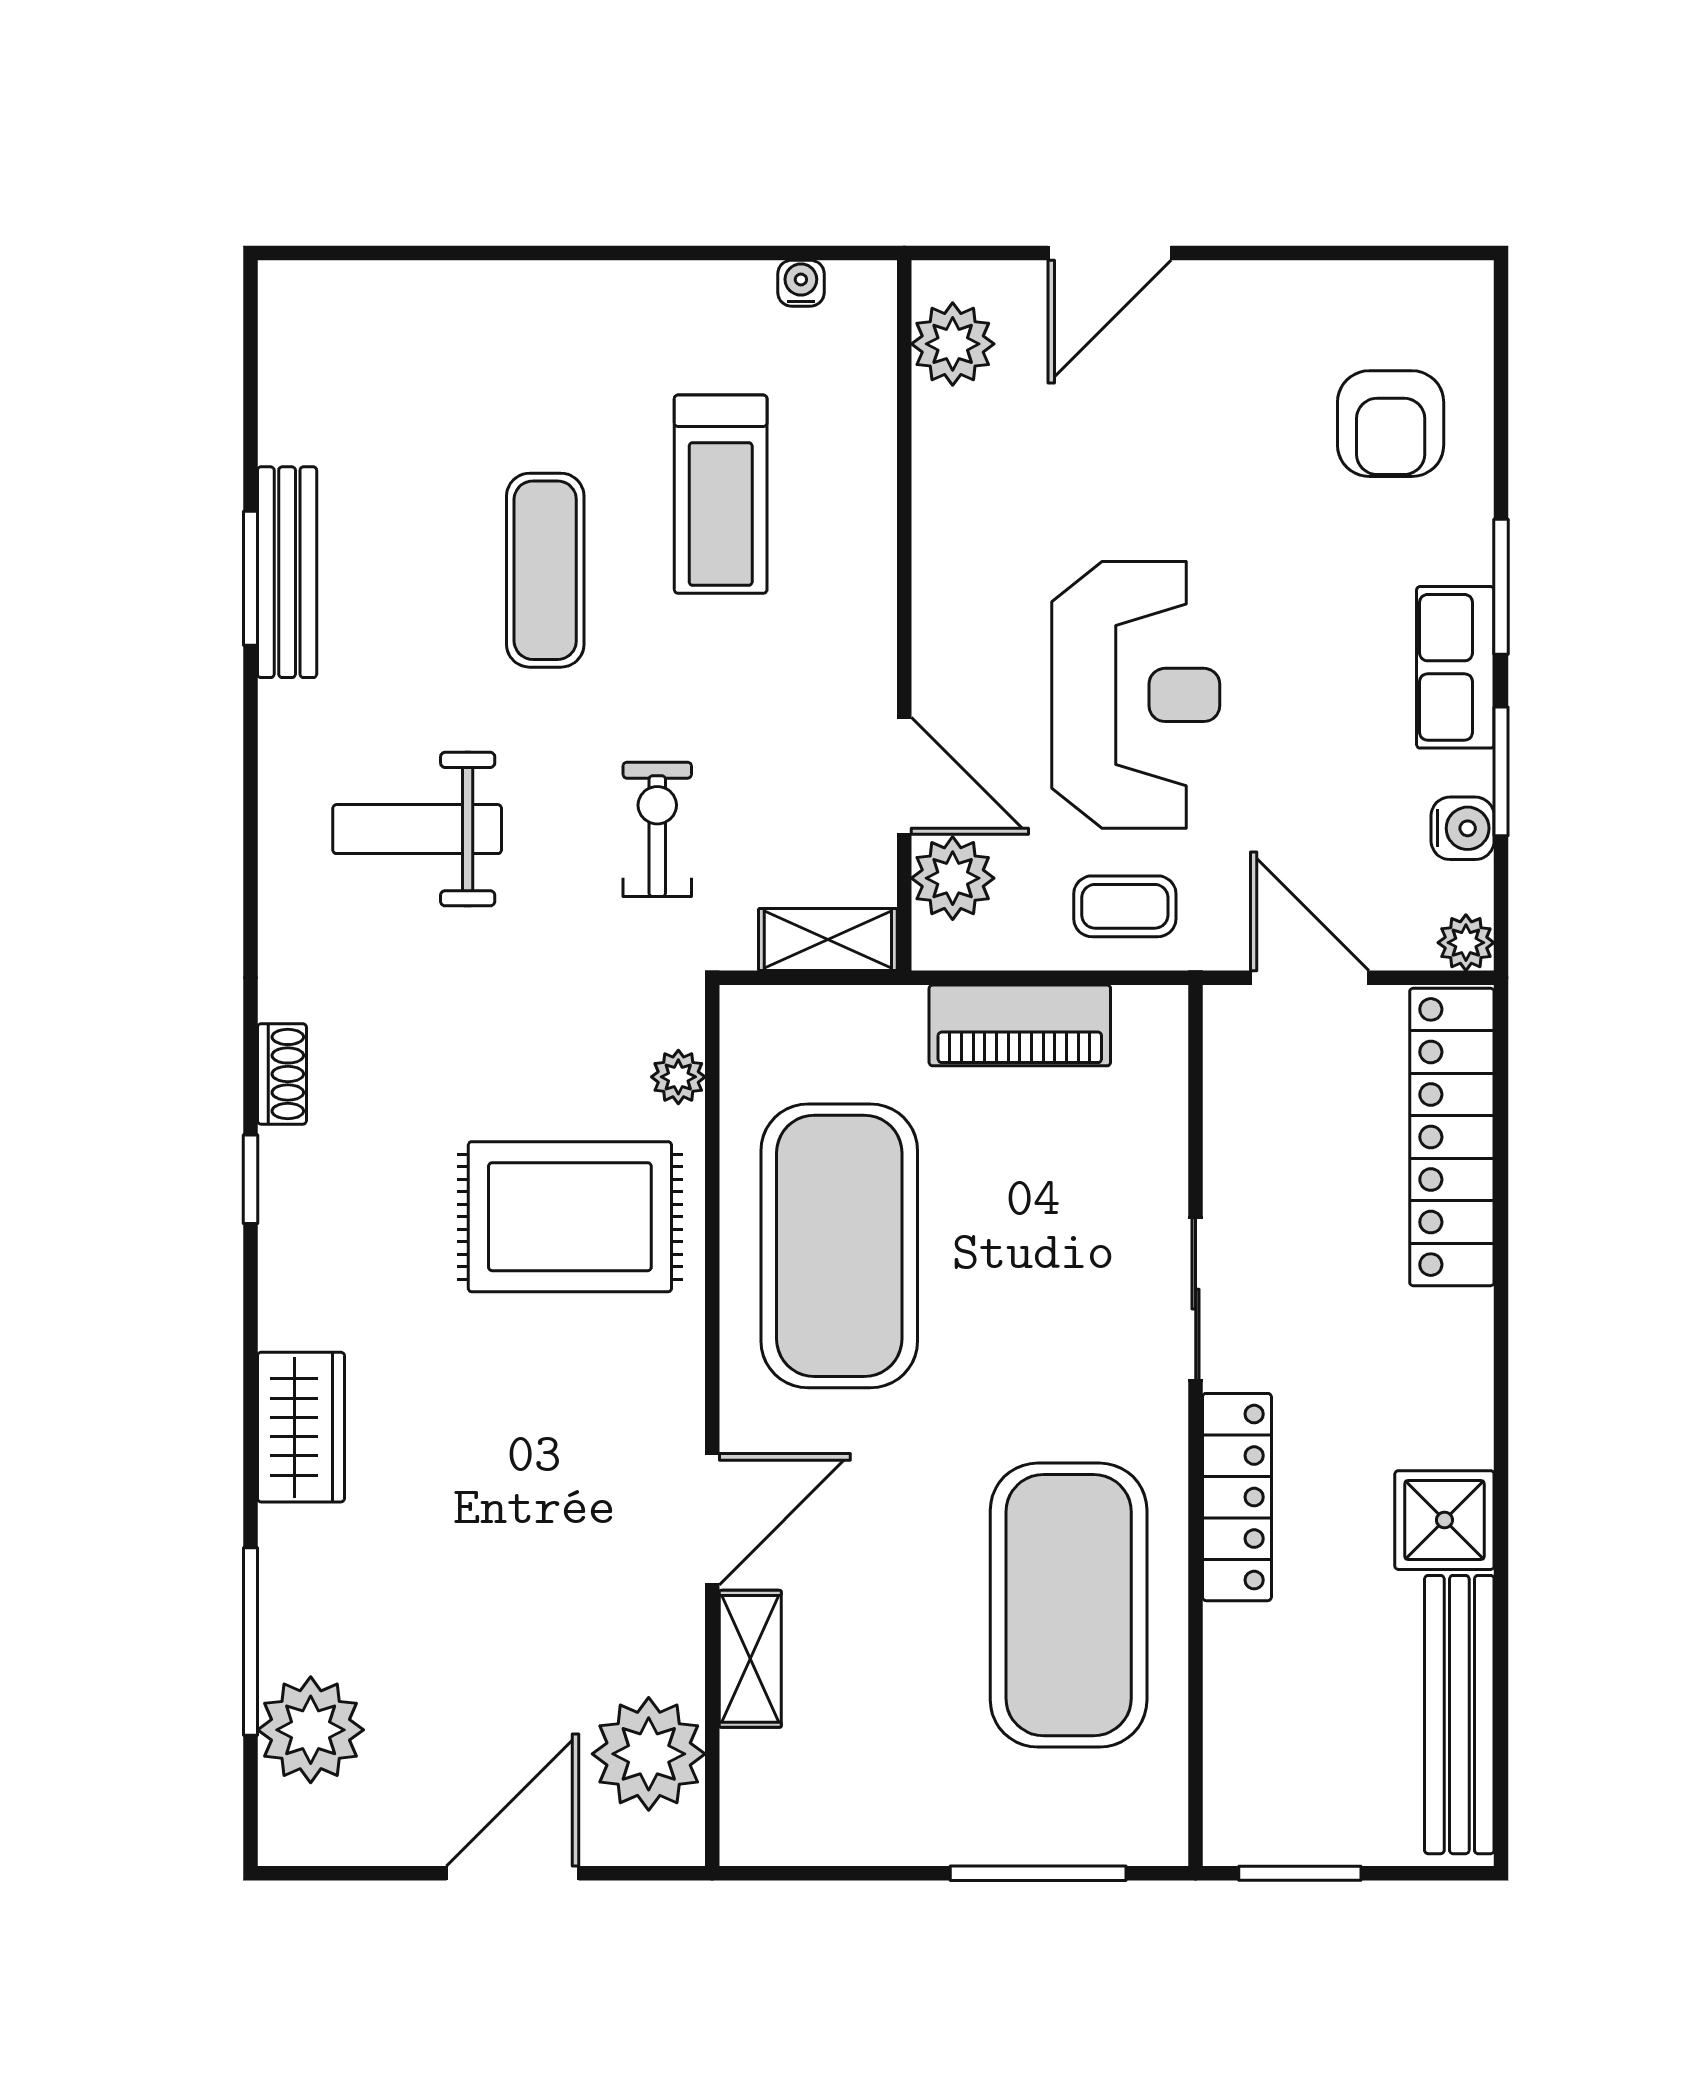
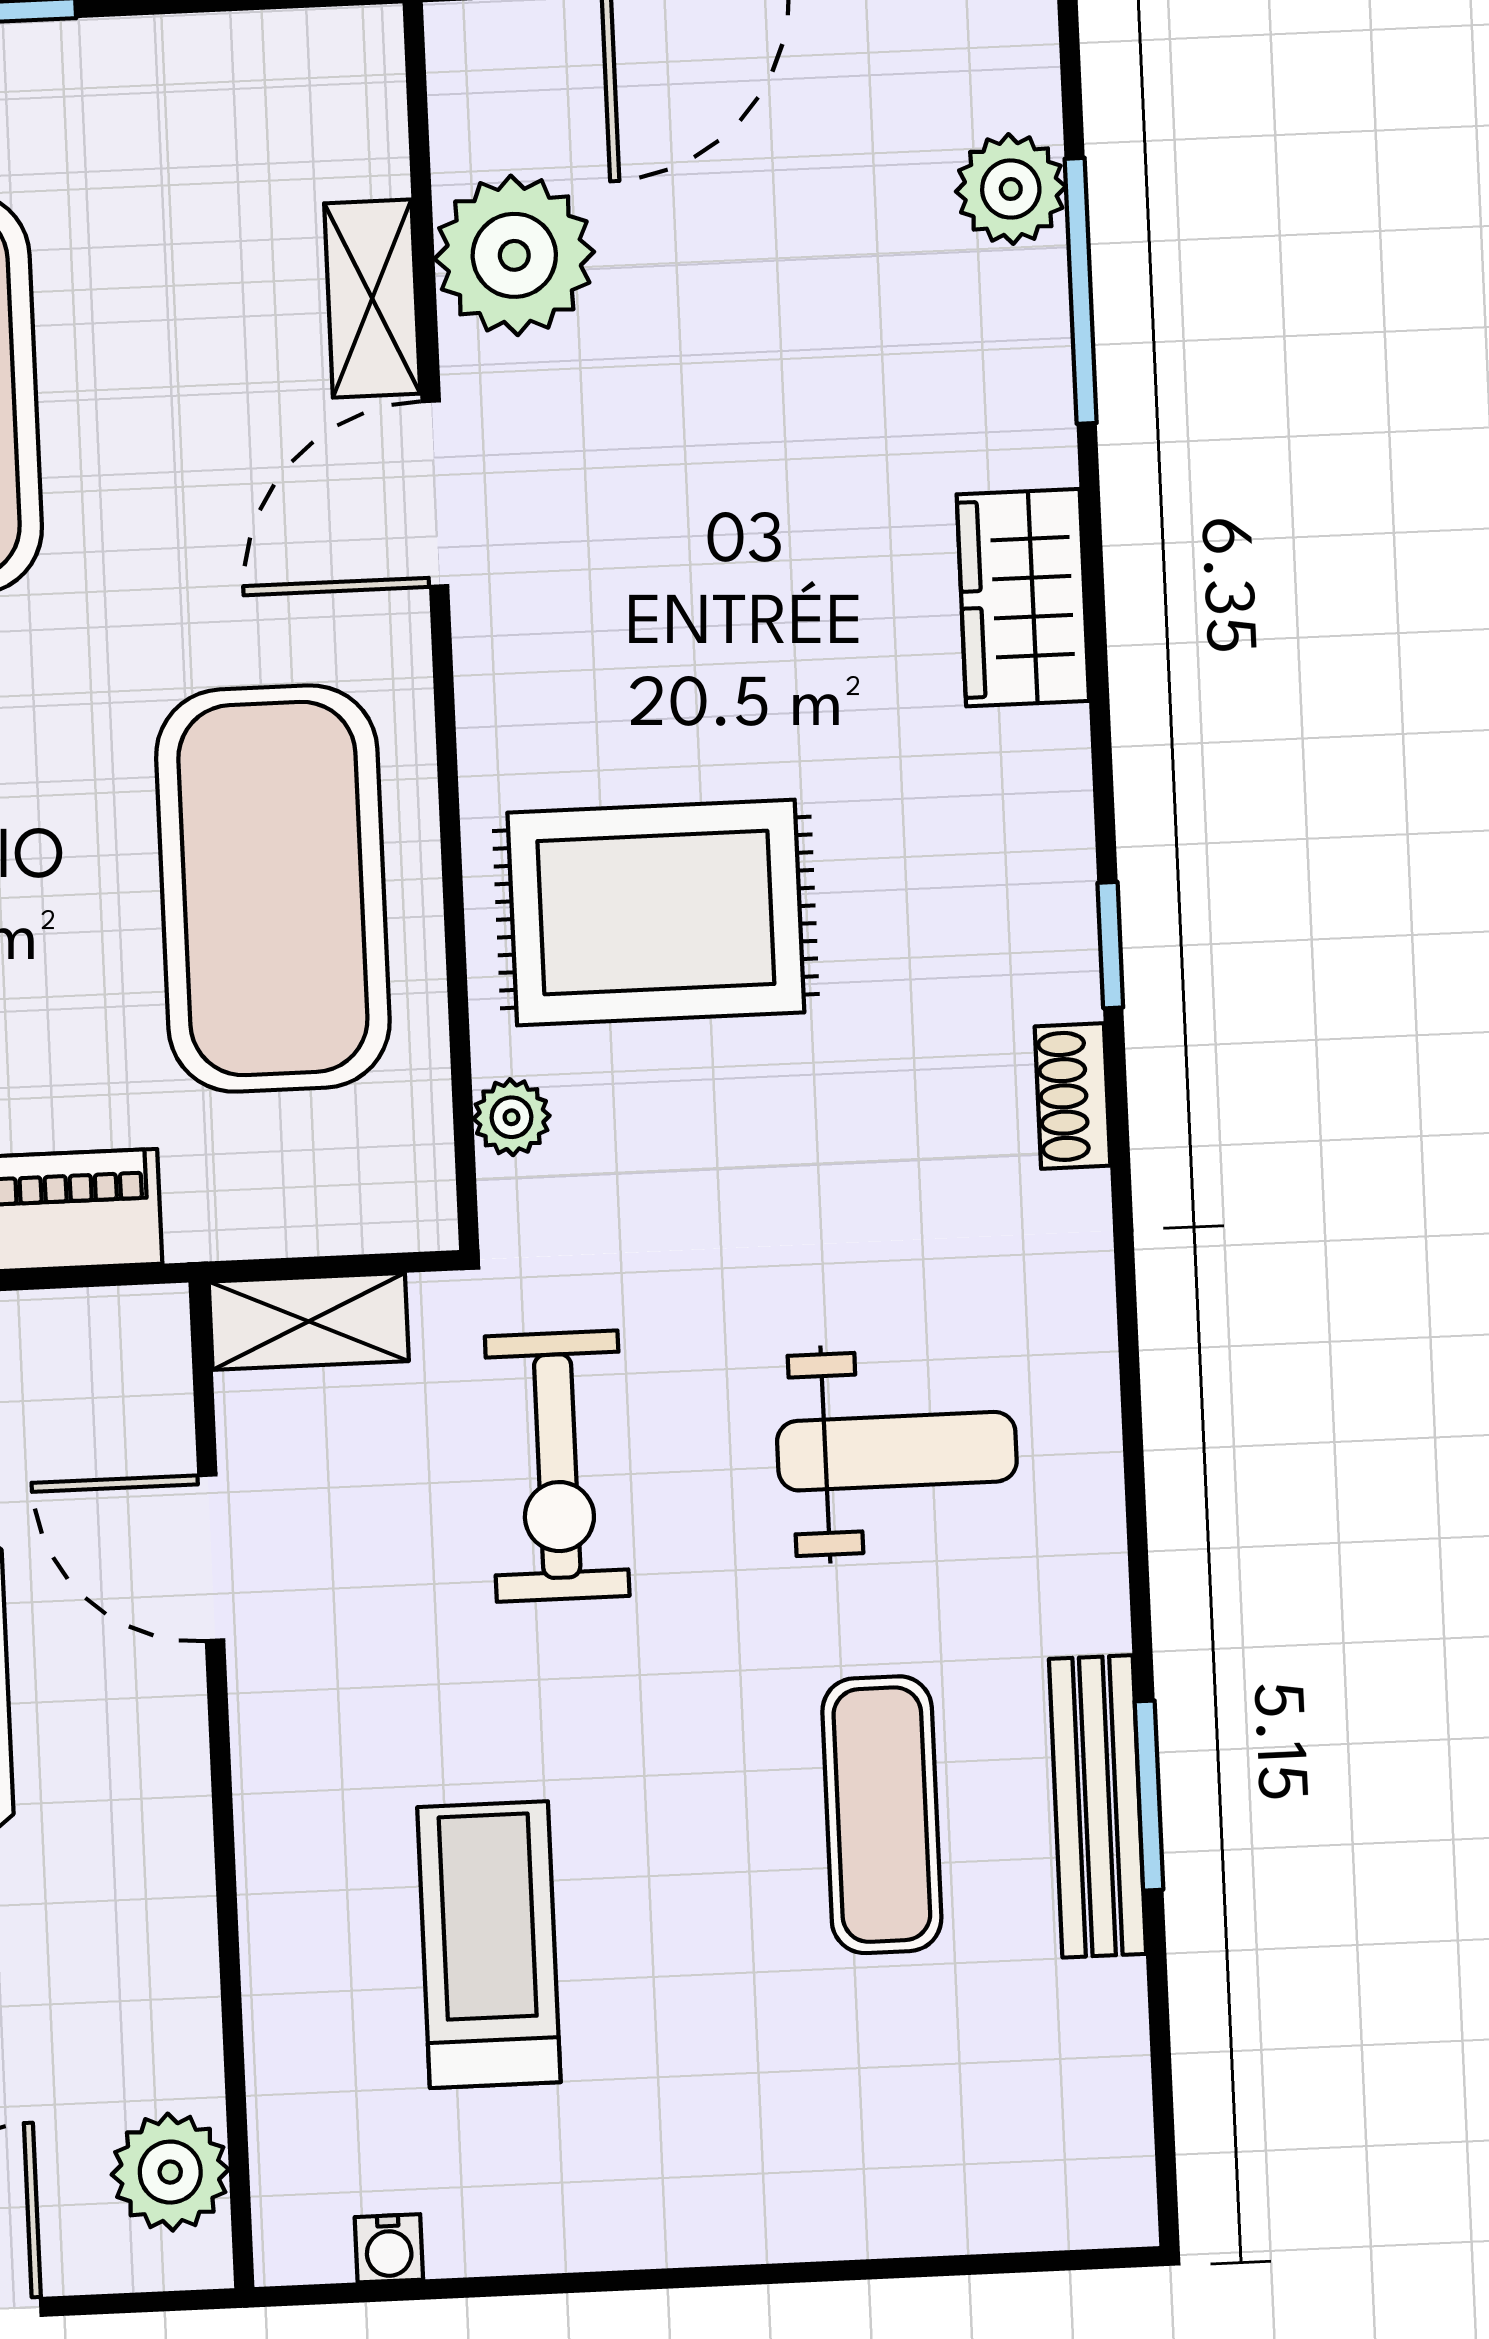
exercise mat: (545, 570) -> (882, 1815), moved
exercise bike: (657, 829) -> (557, 1466), width x1.38, depth x1.39
plant: (953, 878) -> (136, 1416), removed
plant: (311, 1730) -> (1011, 189), width x0.73, depth x0.73
plant: (649, 1754) -> (514, 255), moved

